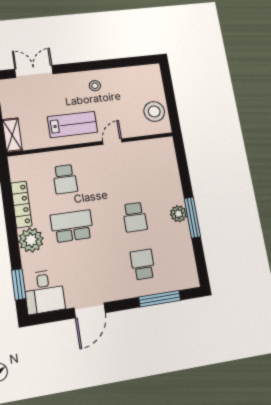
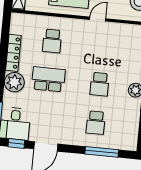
school desk: (143, 265) -> (96, 123), turned 180
window: (52, 317) -> (16, 144), added

